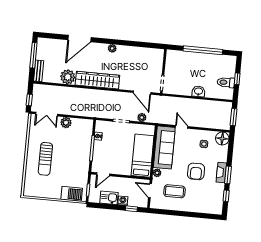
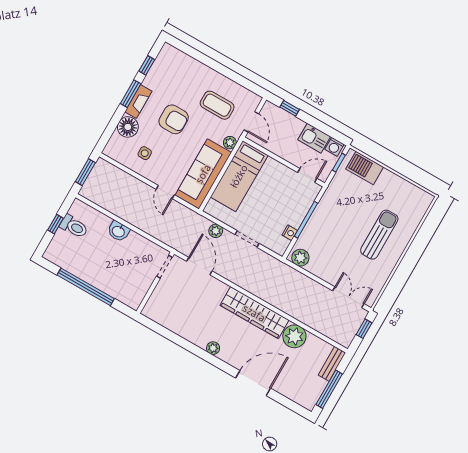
plant: (66, 123) -> (300, 258), moved
floor lamp: (222, 139) -> (128, 127), moved
armchair: (196, 171) -> (174, 119), turned 90
washing machine: (123, 201) -> (334, 147), moved

